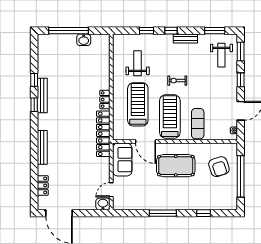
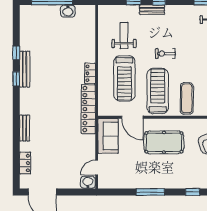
bench: (185, 39) -> (152, 10), moved
treadmill: (138, 104) -> (124, 78), turned 180
bench: (42, 147) -> (25, 128), width x0.73

